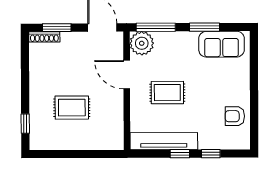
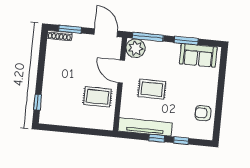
rug: (72, 108) -> (97, 97), moved

